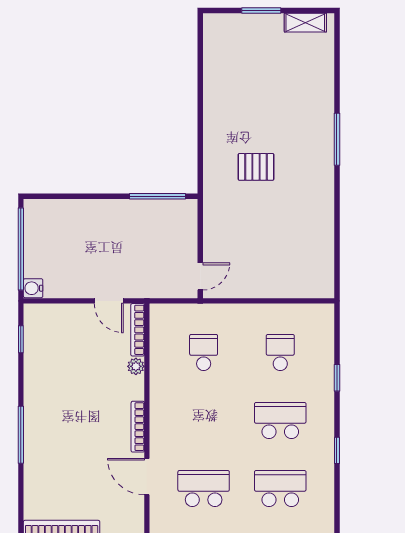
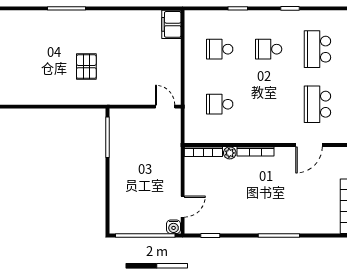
filing cabinet: (315, 285) -> (171, 24), added
door: (109, 301) -> (183, 207), moved
school desk: (280, 420) -> (269, 49), width x0.54
bookcase: (138, 427) -> (255, 152), moved

